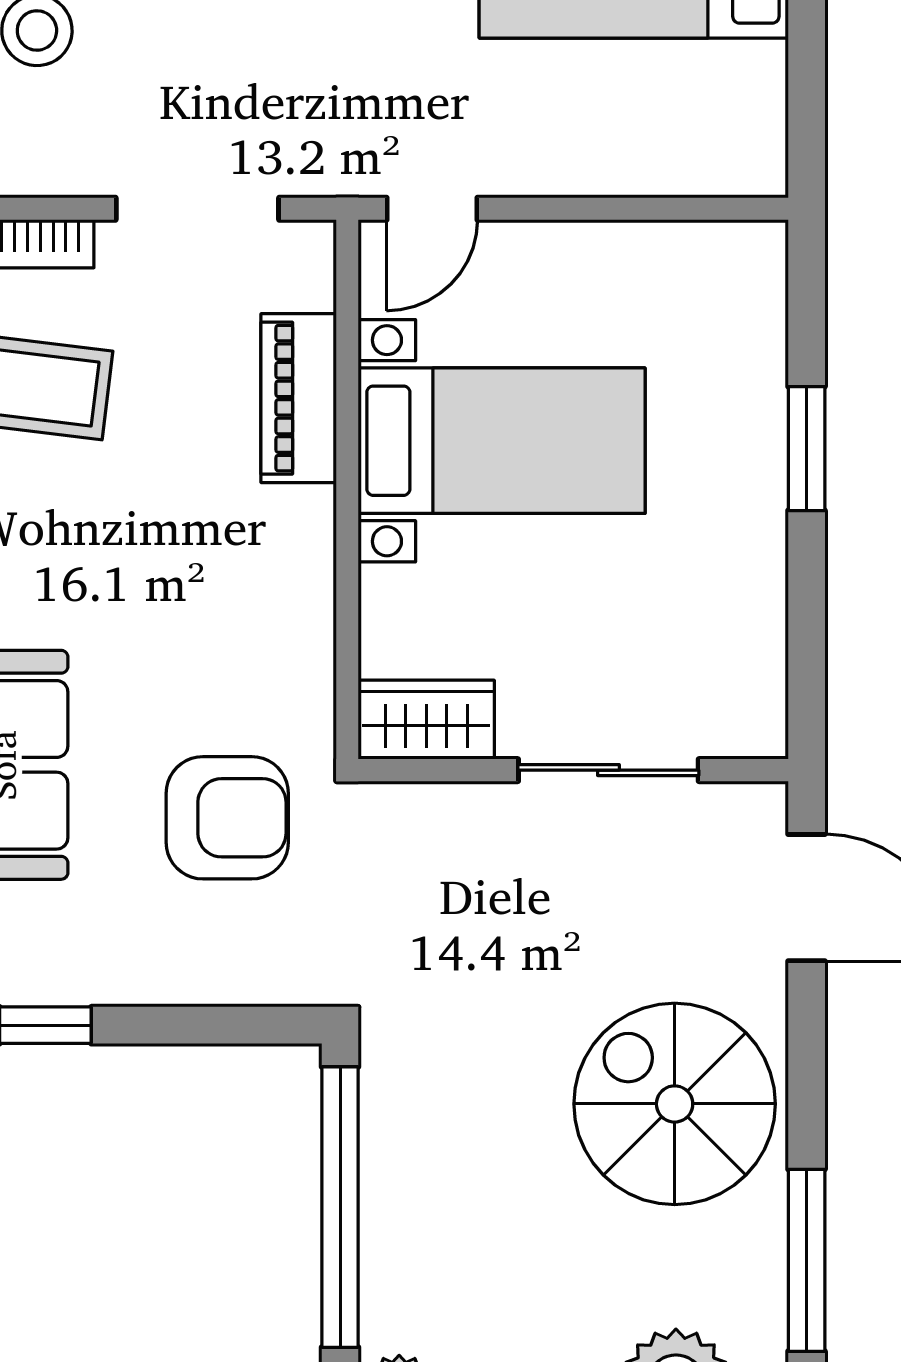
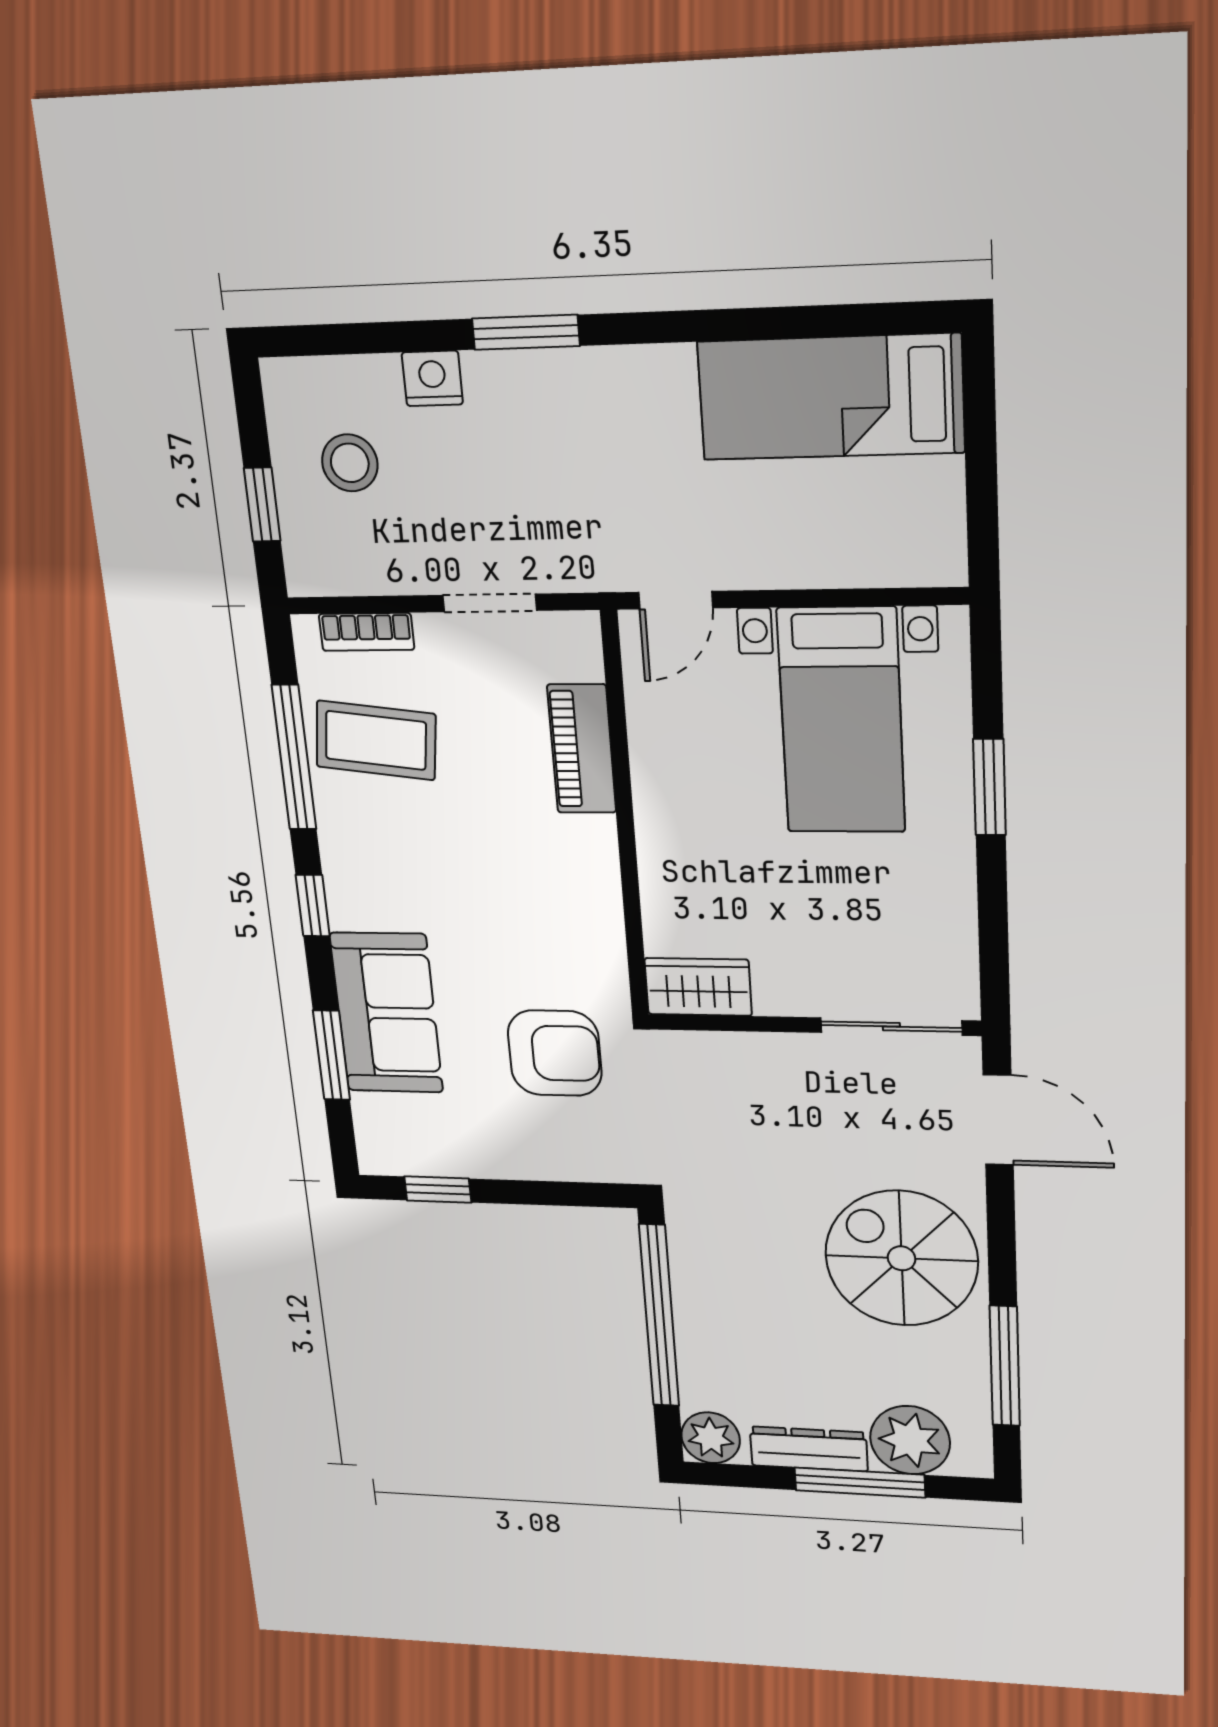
doorway: (197, 209) -> (490, 603), width x0.73
bed with nightstands: (502, 441) -> (841, 721), moved, turned 90
sliding door: (608, 770) -> (891, 1027), moved

